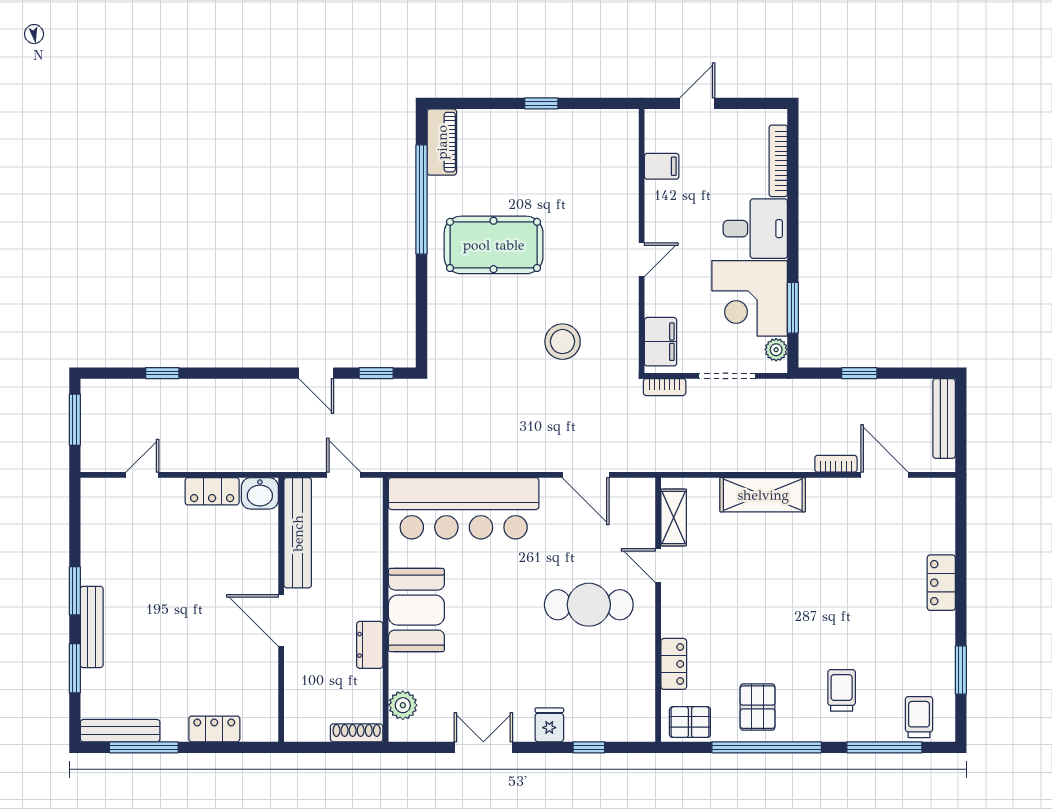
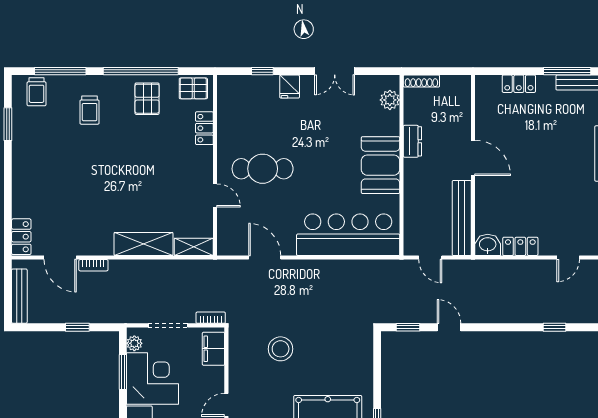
shelving: (674, 517) -> (194, 247), moved, turned 90
locker: (941, 583) -> (21, 237), moved

